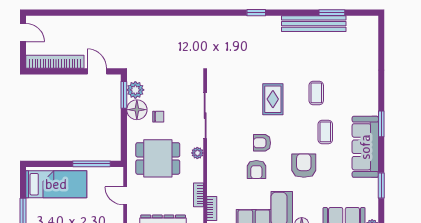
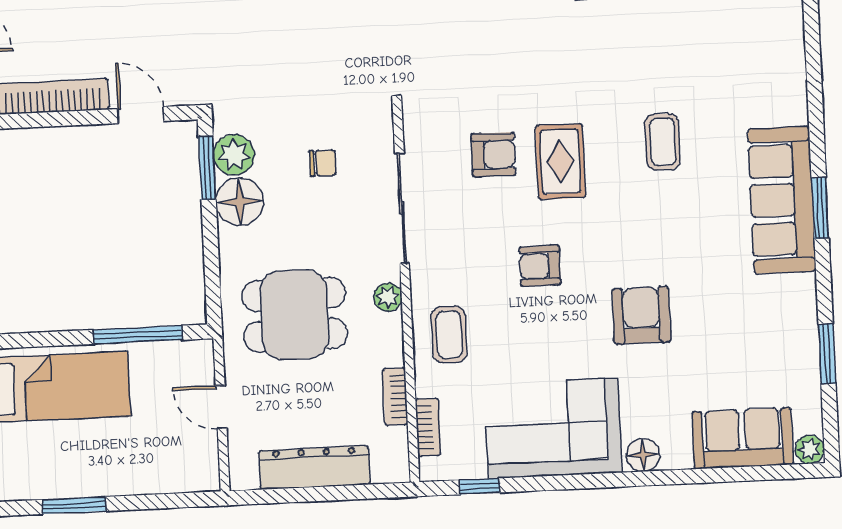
chair: (158, 117) -> (323, 163), moved
coffee table: (325, 132) -> (449, 335), moved
sofa: (365, 147) -> (782, 200), moved
armchair: (256, 170) -> (493, 155), moved, turned -90

